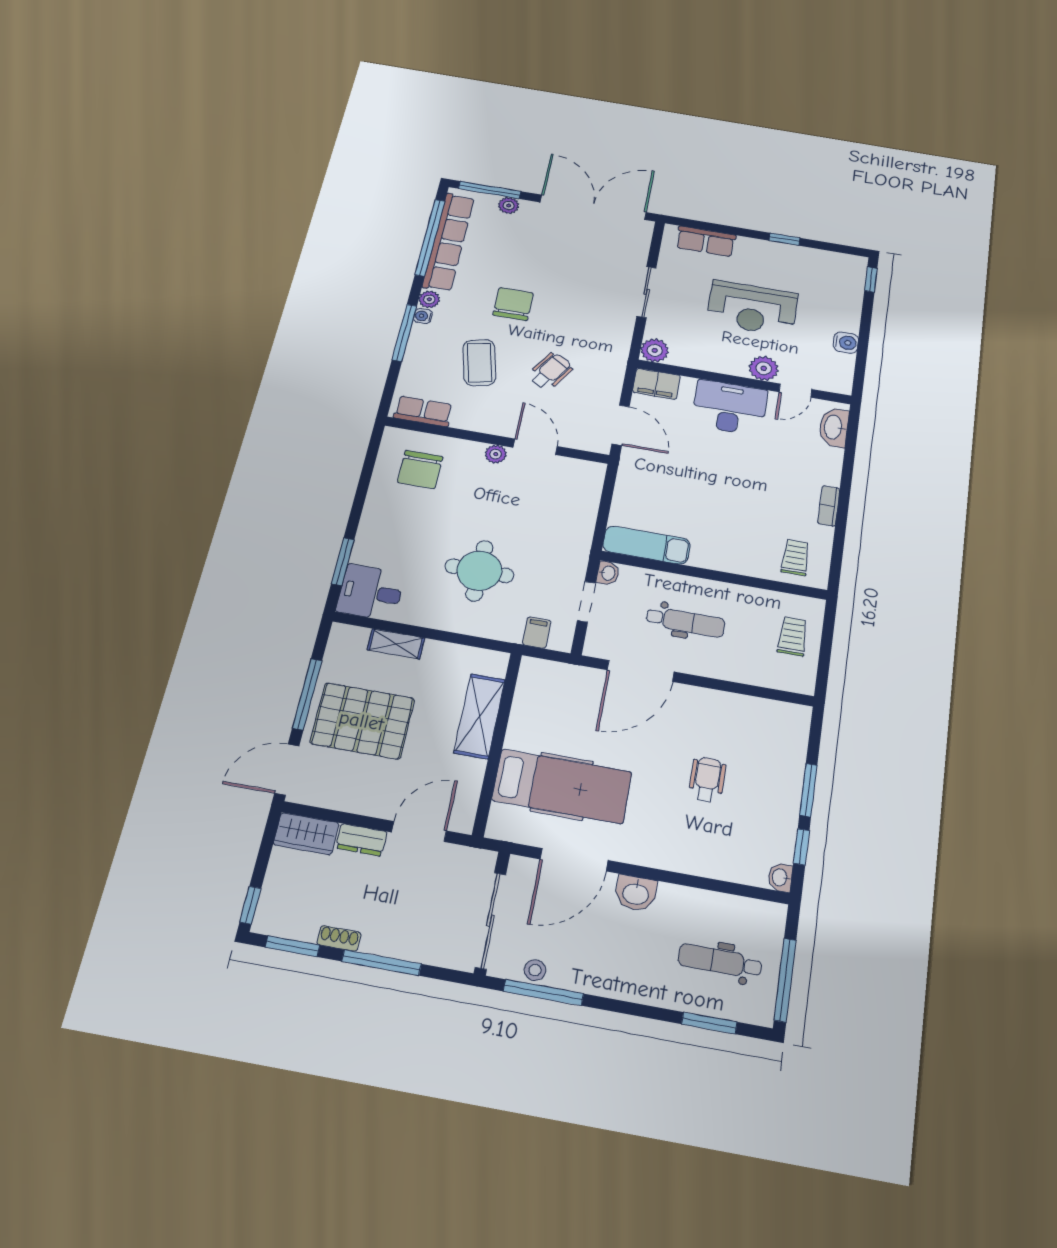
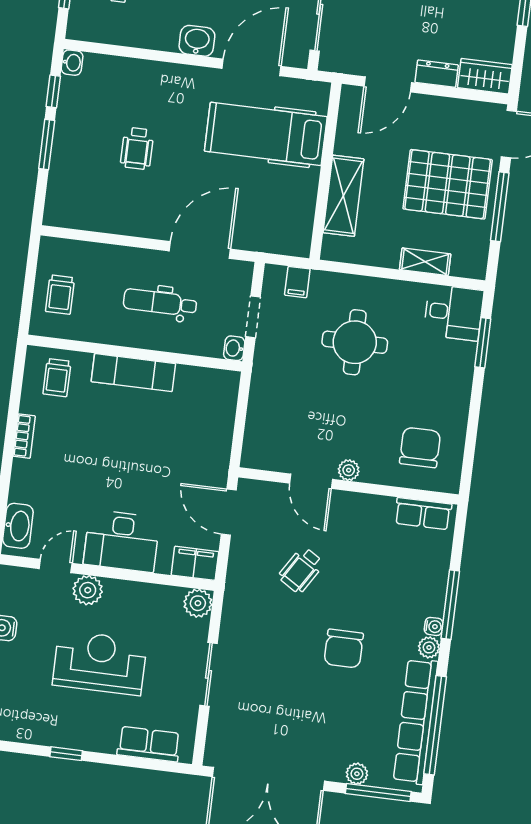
coffee table: (479, 363) -> (372, 575), removed
exam couch: (647, 545) -> (133, 373), moved

